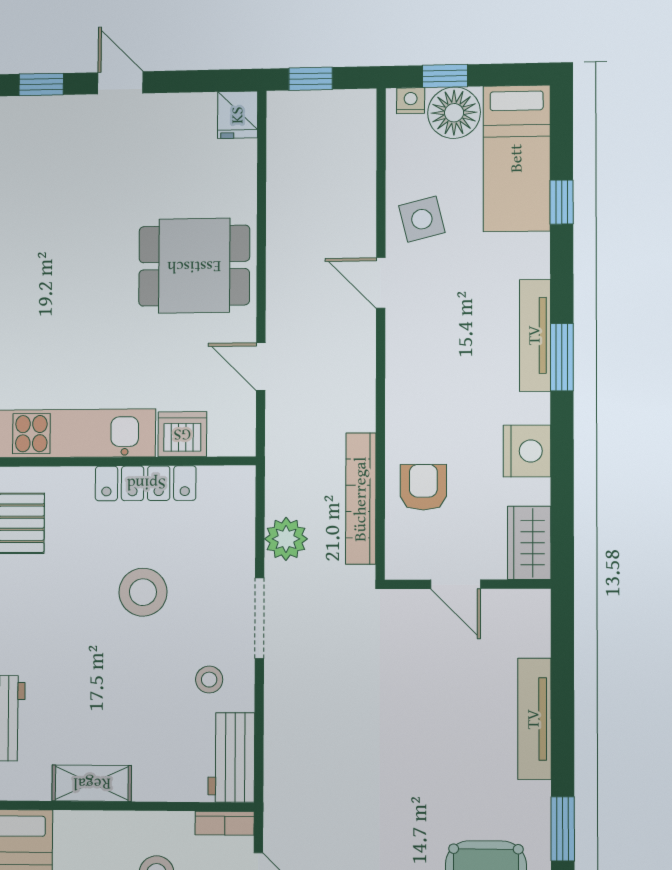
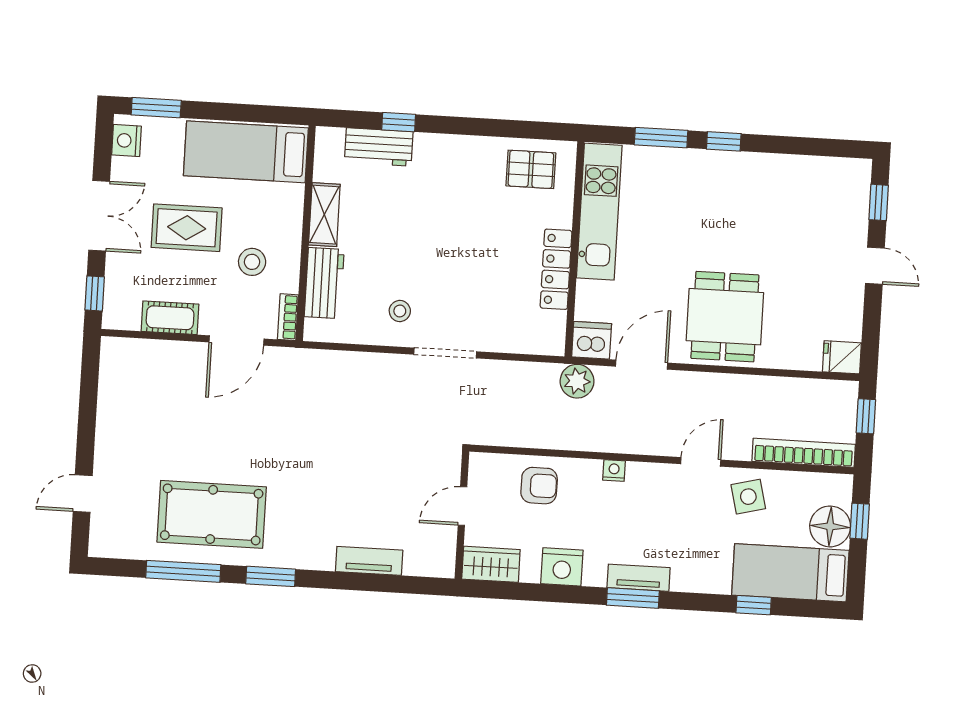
door: (120, 83) -> (875, 266), hinge flipped
nightstand: (411, 101) -> (614, 470), moved, turned -90
tv unit: (535, 335) -> (639, 578), width x0.71
door: (261, 367) -> (642, 365), width x1.38
dishwasher: (182, 434) -> (592, 340), moved, turned -90
bookcase: (361, 499) -> (804, 453), moved
plant: (286, 539) -> (577, 381), moved
stool: (143, 592) -> (471, 263), removed
tv unit: (534, 719) -> (369, 561), width x0.71
workbench: (231, 757) -> (324, 283), moved, turned 90

